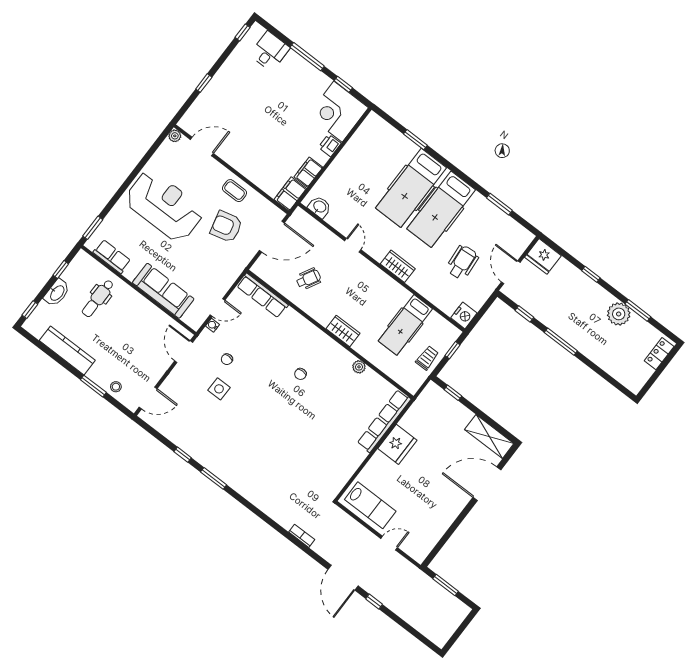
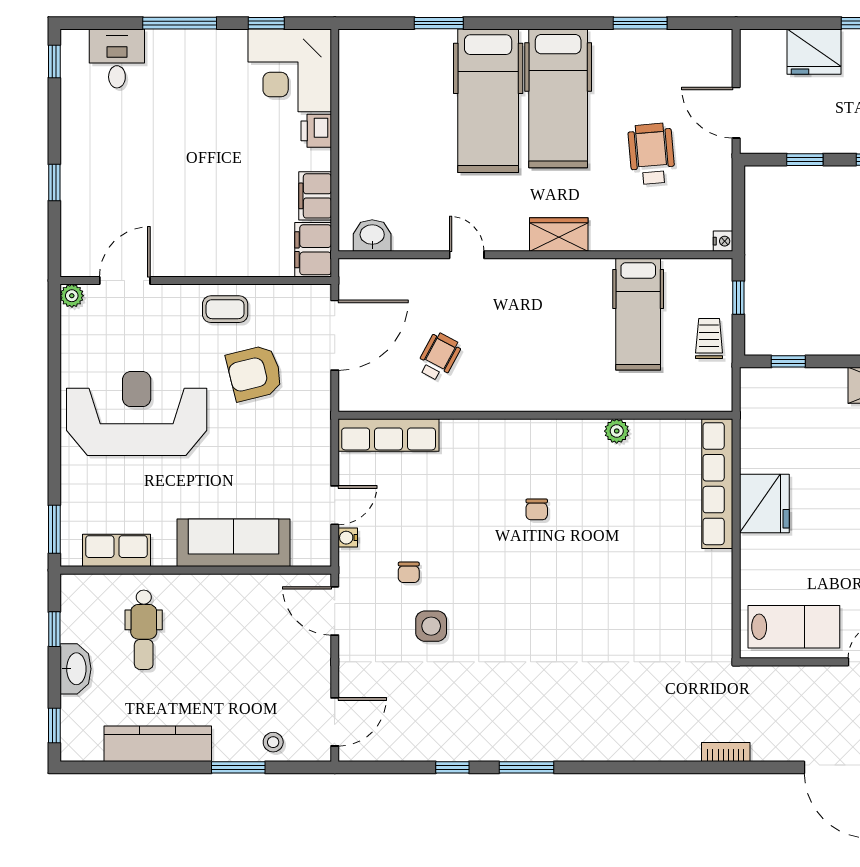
fridge: (543, 256) -> (814, 52), moved
nightstand: (464, 315) -> (723, 241), width x0.53, depth x0.56
wardrobe: (343, 331) -> (551, 395), removed

